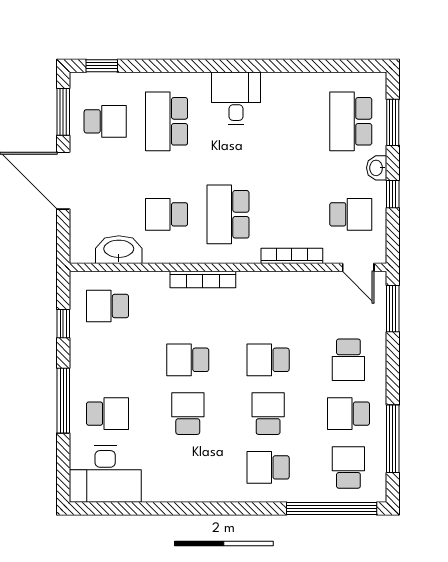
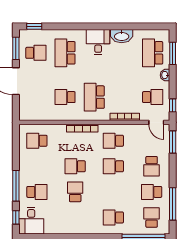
window: (393, 194) -> (173, 105), moved
washbasin: (119, 250) -> (122, 36), moved, turned 180
window: (63, 324) -> (16, 217), moved
school desk: (268, 414) -> (113, 141), moved, turned -90
desk: (105, 474) -> (31, 221), width x0.73

